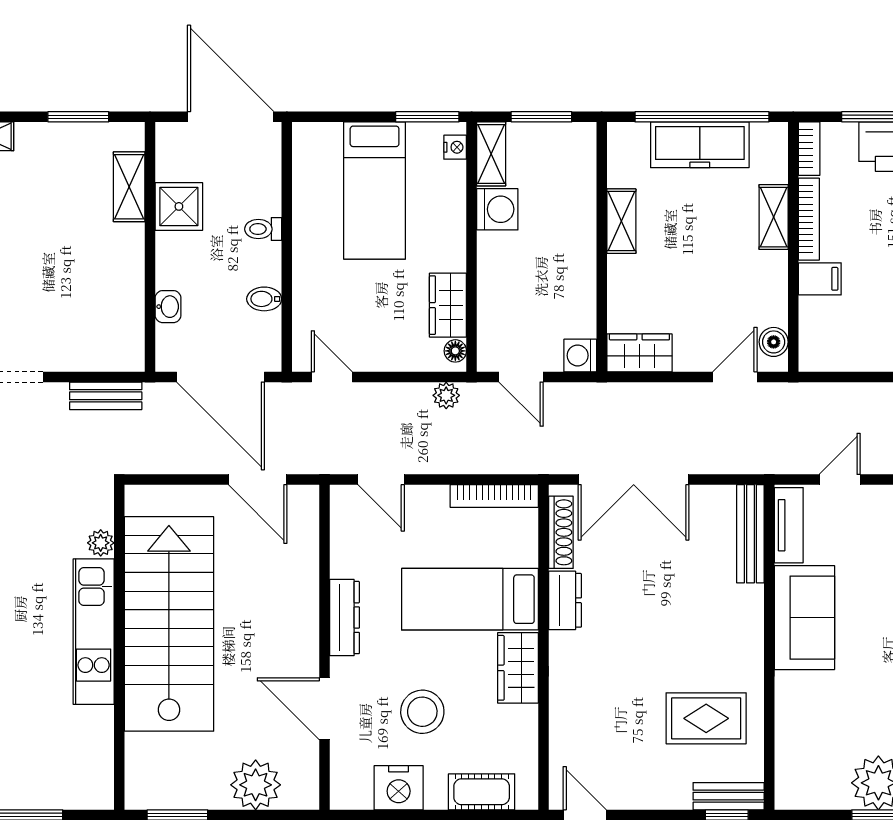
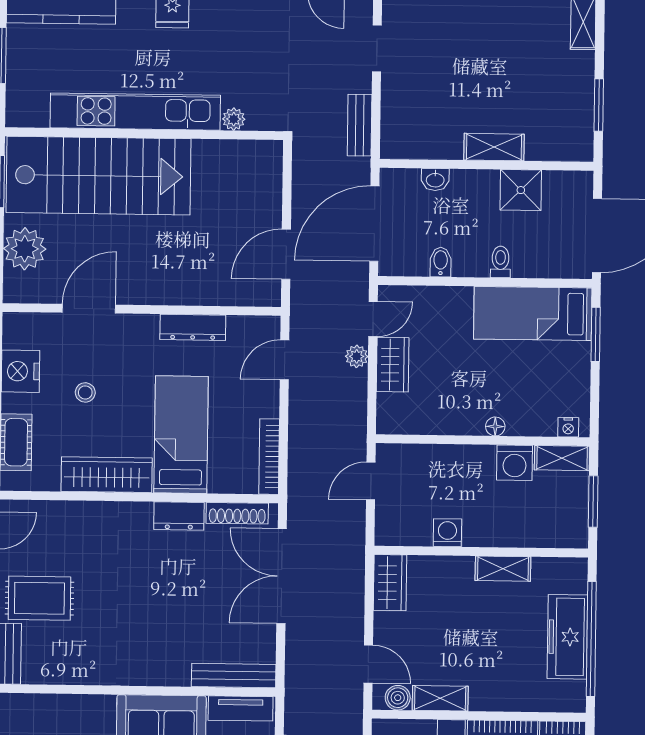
window: (427, 117) -> (596, 334), moved
shelving: (129, 187) -> (494, 147), moved
bed: (375, 191) -> (533, 313), moved
shelving: (774, 217) -> (440, 698), moved
wardrobe: (448, 305) -> (393, 365), moved, turned 90
floor lamp: (455, 351) -> (495, 426), moved
washing machine: (580, 355) -> (447, 533), moved
plant: (446, 395) -> (357, 356), moved
dresser: (345, 618) -> (193, 327), moved
stairs: (169, 624) -> (98, 176), moved
kitchen unit: (94, 632) -> (135, 112), width x1.36
wardrobe: (518, 668) -> (107, 475), width x1.50
stool: (422, 712) -> (85, 392), width x0.53, depth x0.53
rug: (706, 718) -> (39, 598), moved, turned 90

